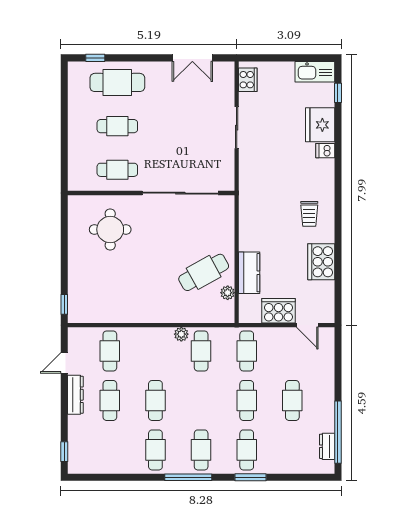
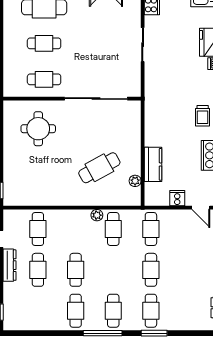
cafe table: (204, 272) -> (99, 168), moved
cooker: (279, 311) -> (177, 198), width x0.53, depth x0.76
cafe table: (292, 400) -> (189, 270), removed

